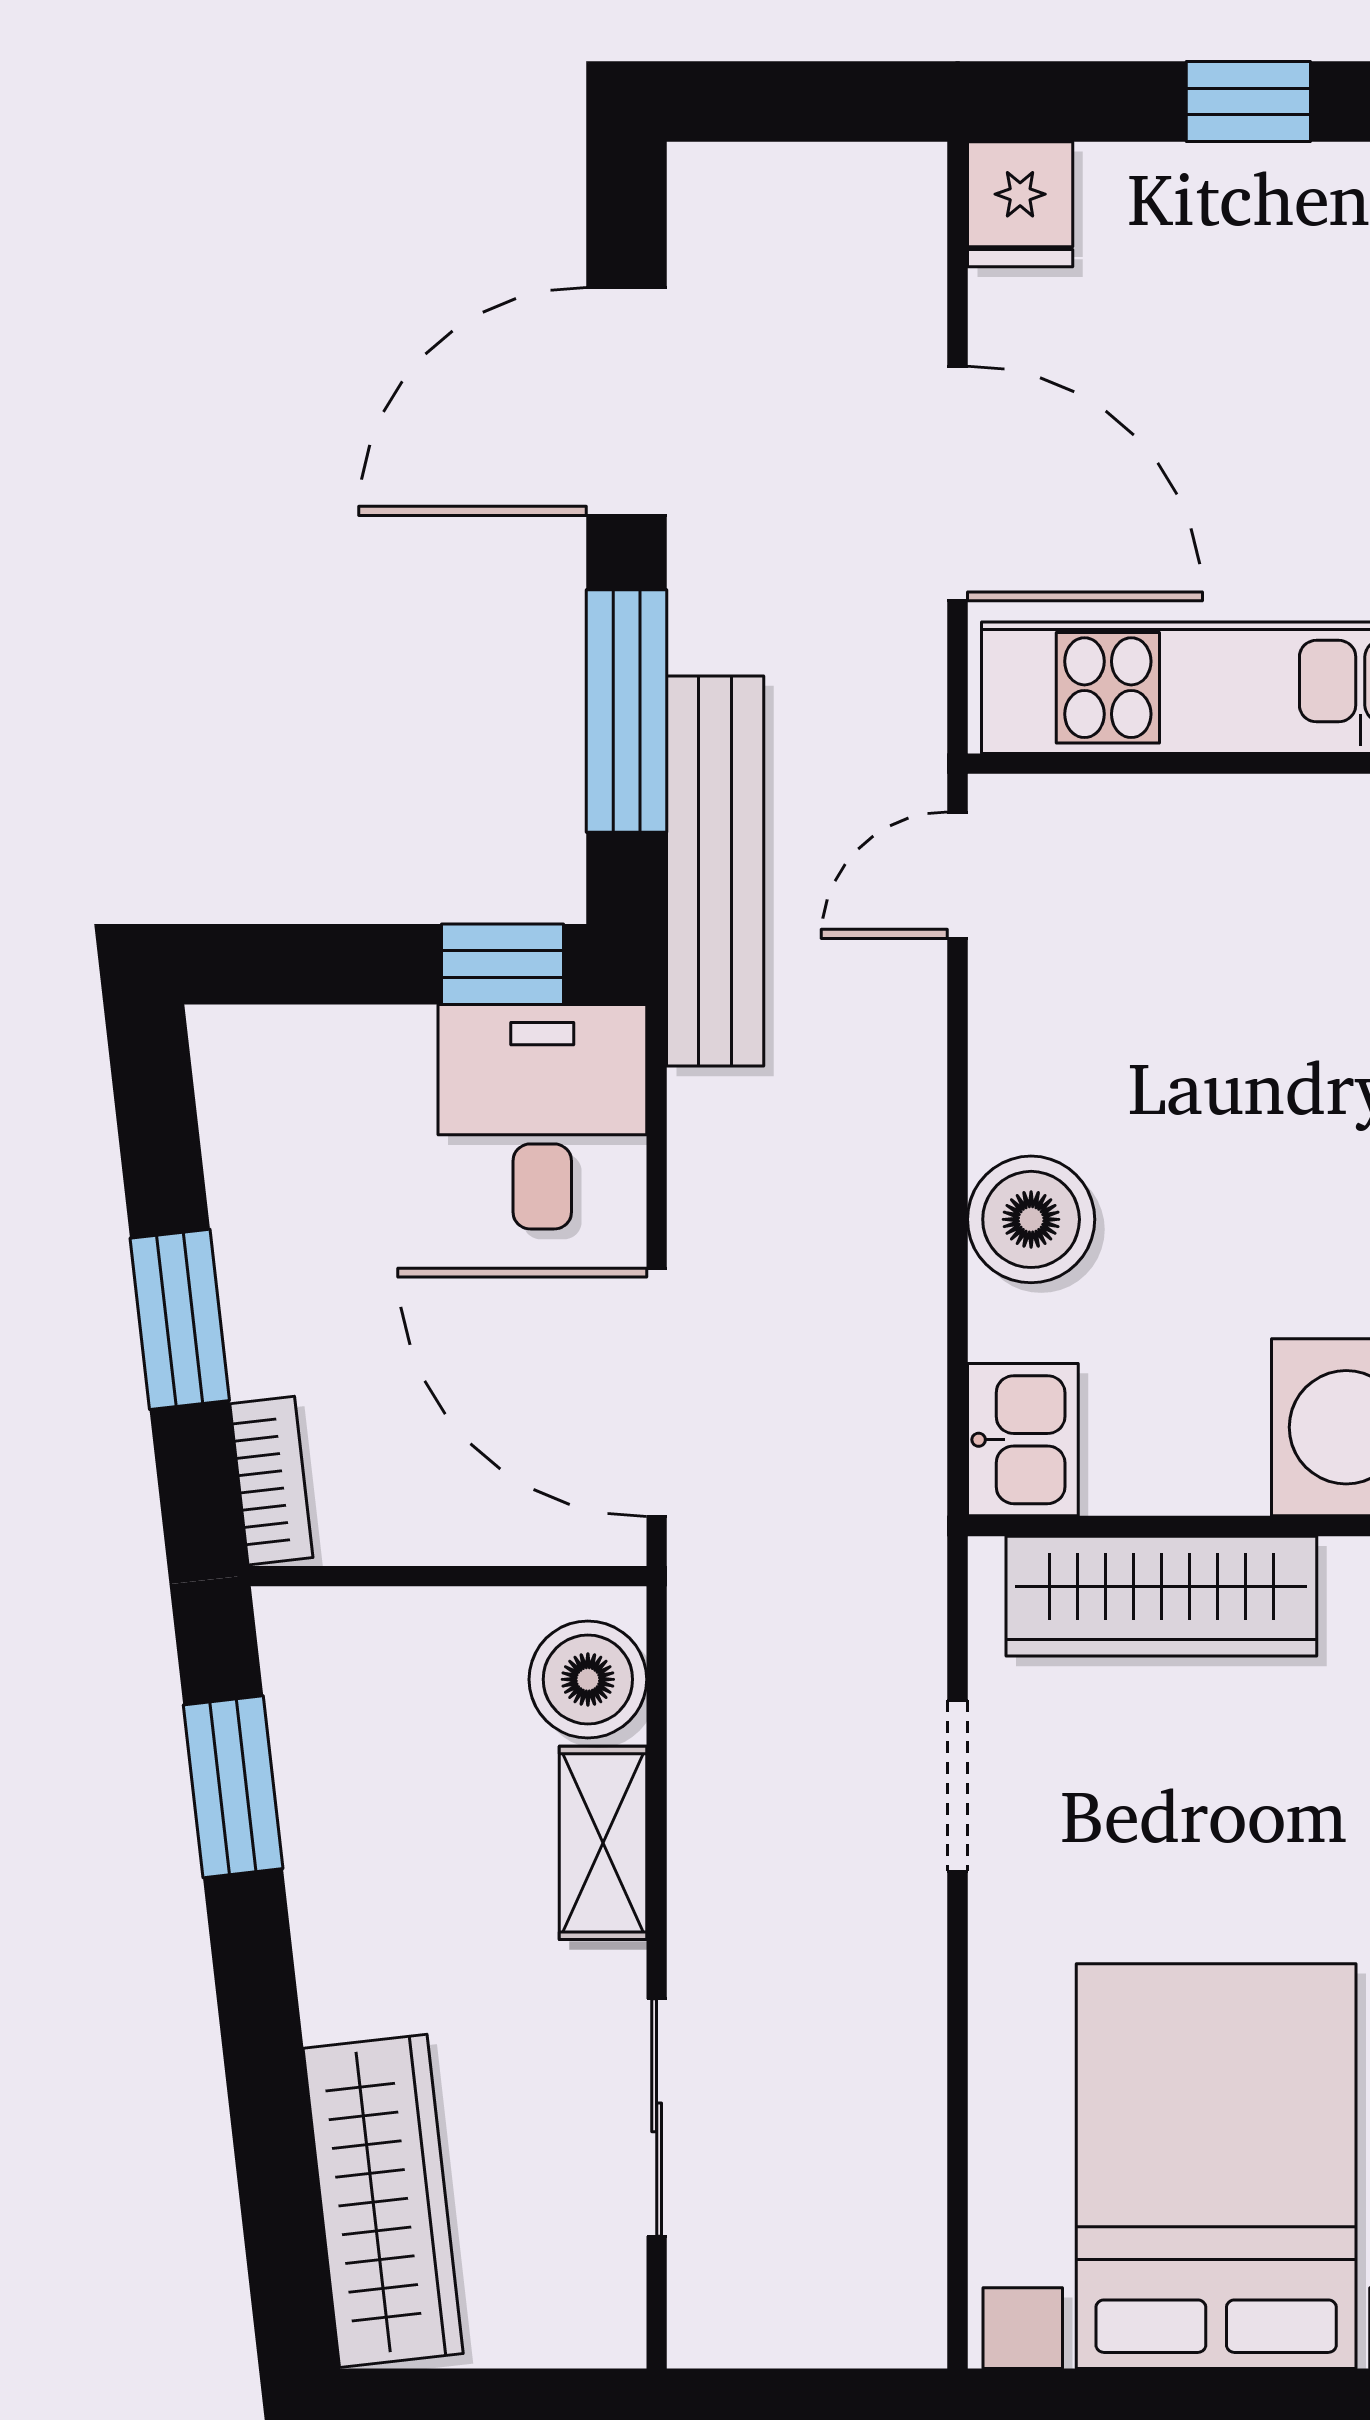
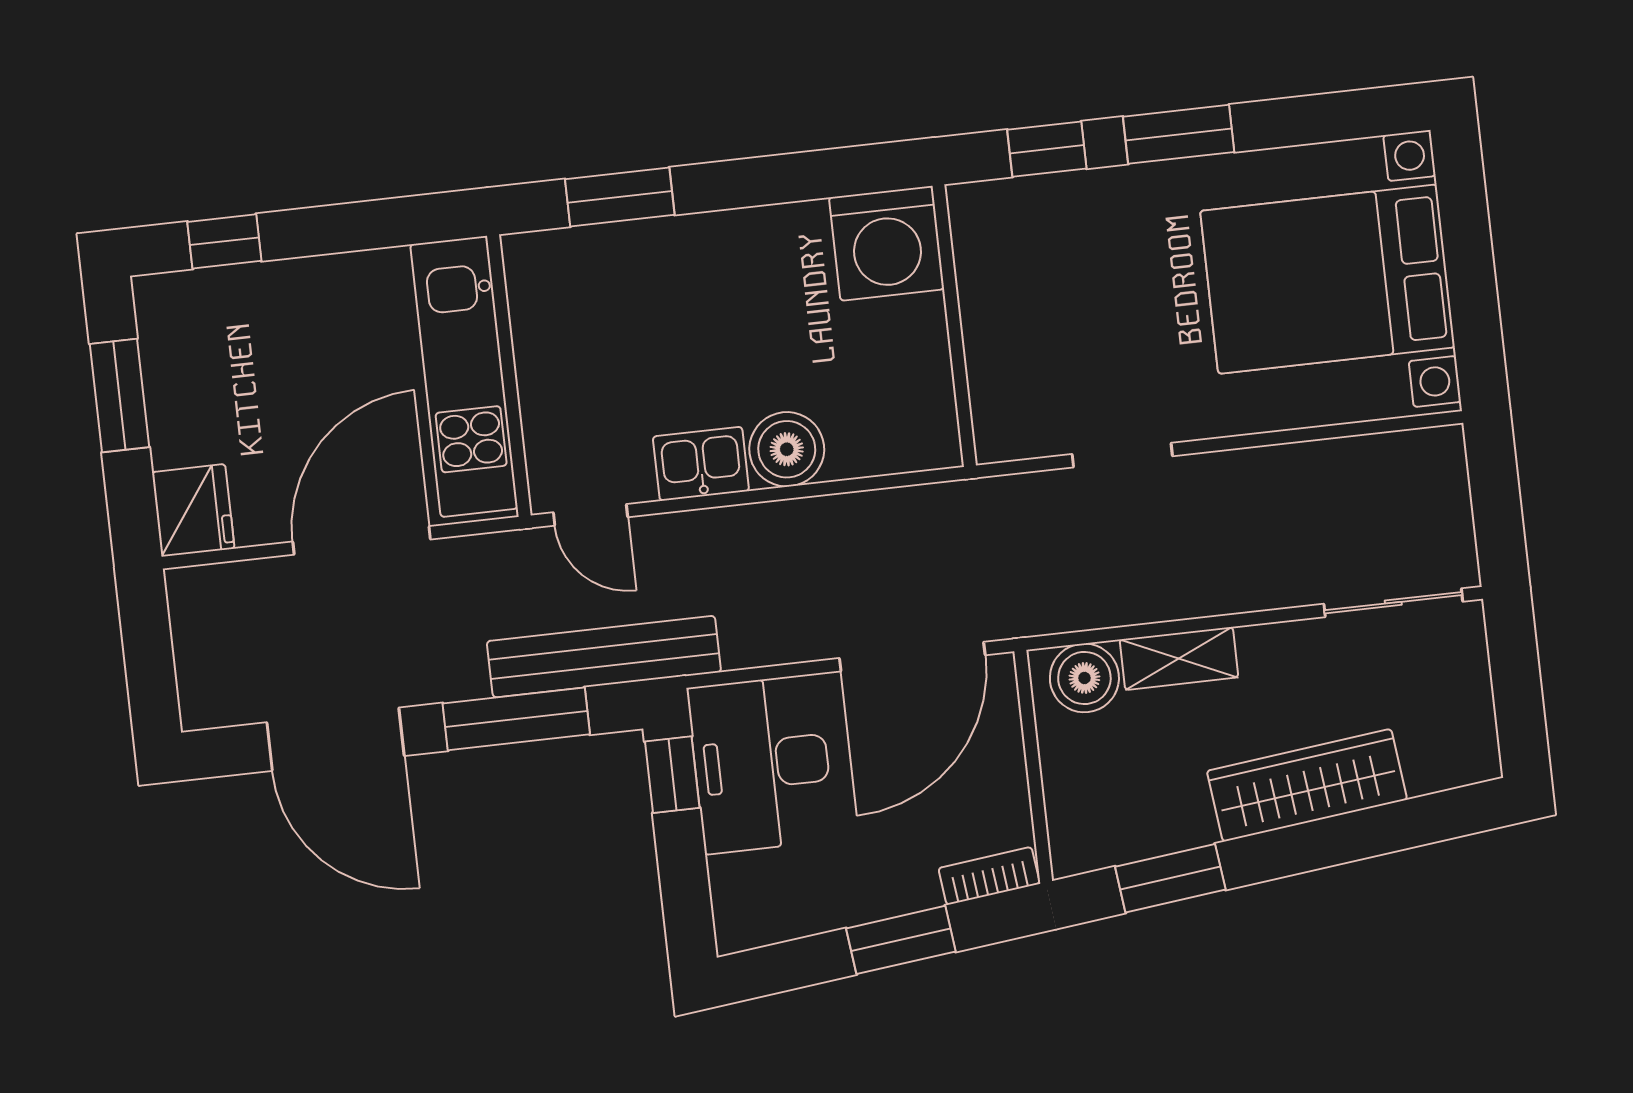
window: (1248, 101) -> (120, 396), width x1.50
fridge: (1020, 204) -> (193, 510), width x1.38
desk: (542, 1117) -> (761, 764), width x1.37
kitchen sink: (1023, 1440) -> (701, 464), moved
wardrobe: (1161, 1596) -> (998, 348), removed
sliding door: (657, 2117) -> (1393, 603), moved
wardrobe: (383, 2201) -> (1307, 785), moved

